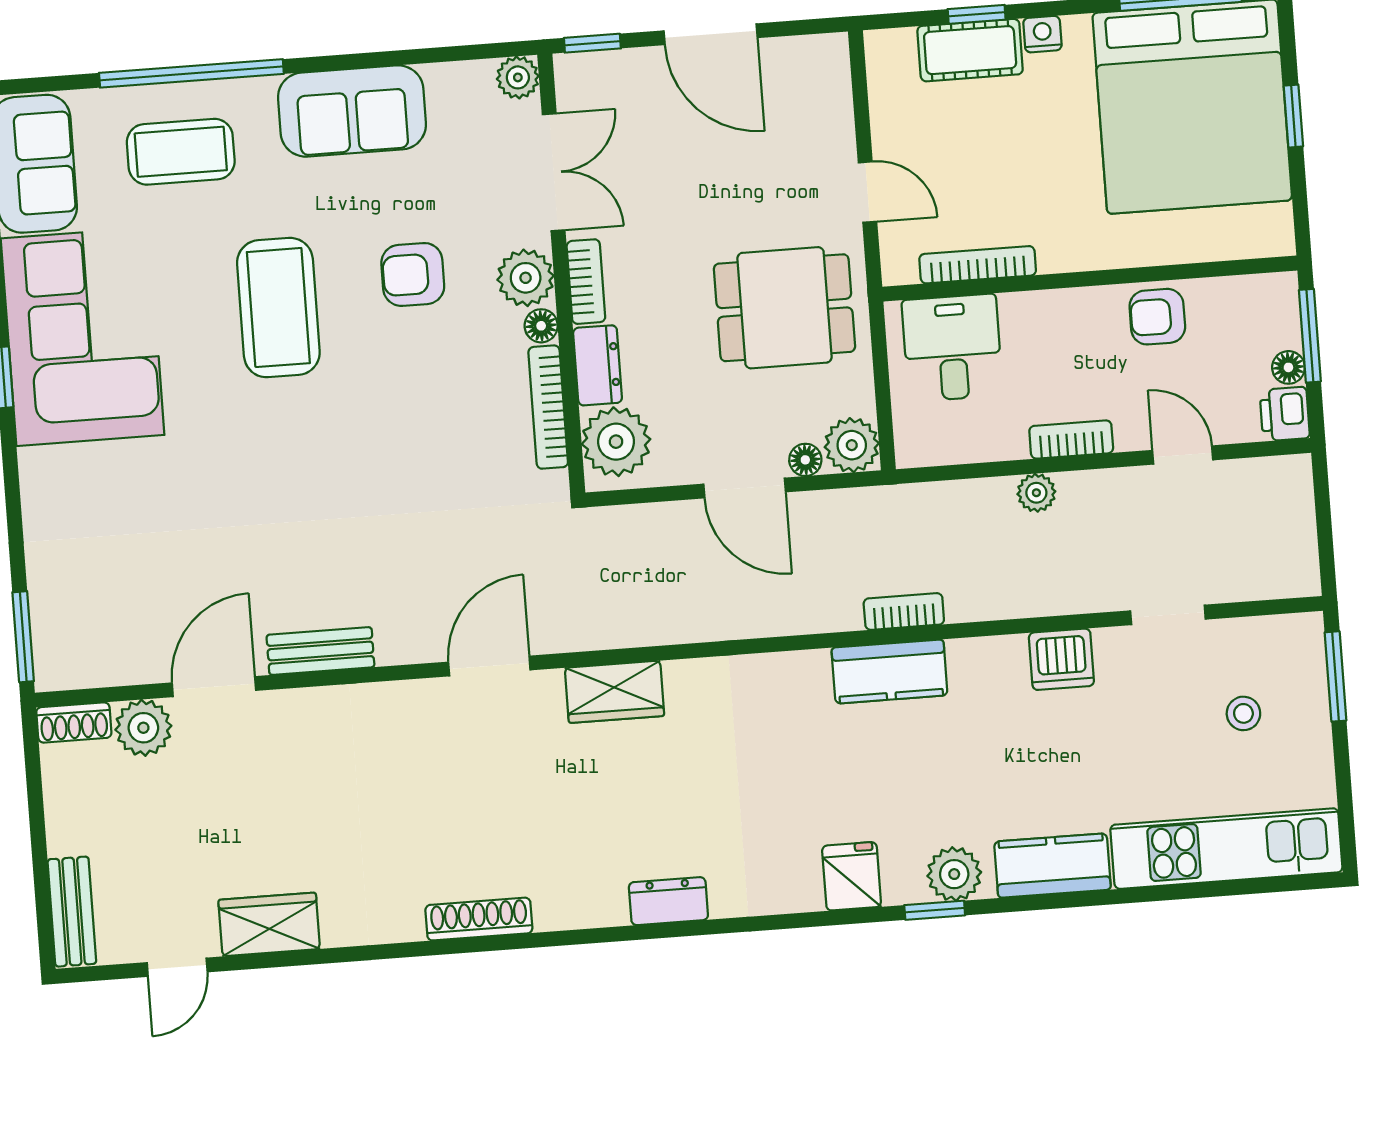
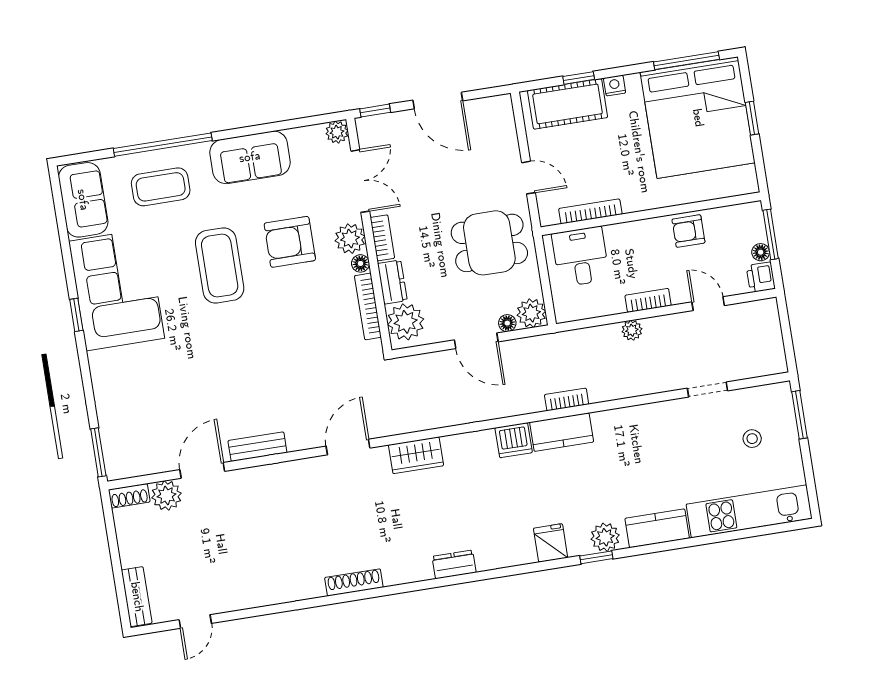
cot: (970, 50) -> (568, 104), width x1.37, depth x1.34
armchair: (413, 274) -> (290, 242), width x1.38, depth x1.38
dishwasher: (1061, 659) -> (514, 440), moved
wardrobe: (269, 924) -> (242, 595), removed

